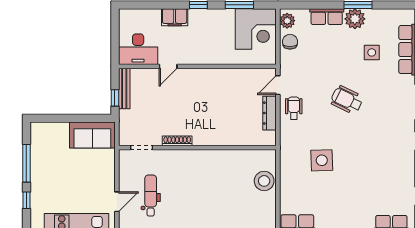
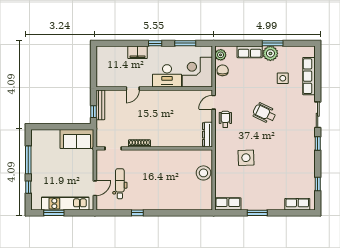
corner desk: (256, 29) -> (197, 72), moved, turned 180
desk: (138, 49) -> (167, 76), moved
dresser: (270, 113) -> (207, 135), moved

